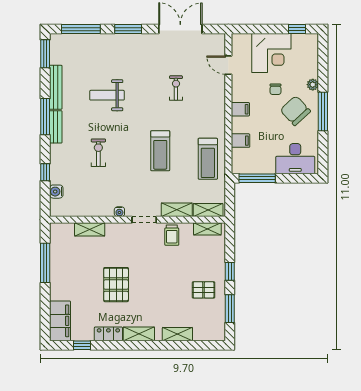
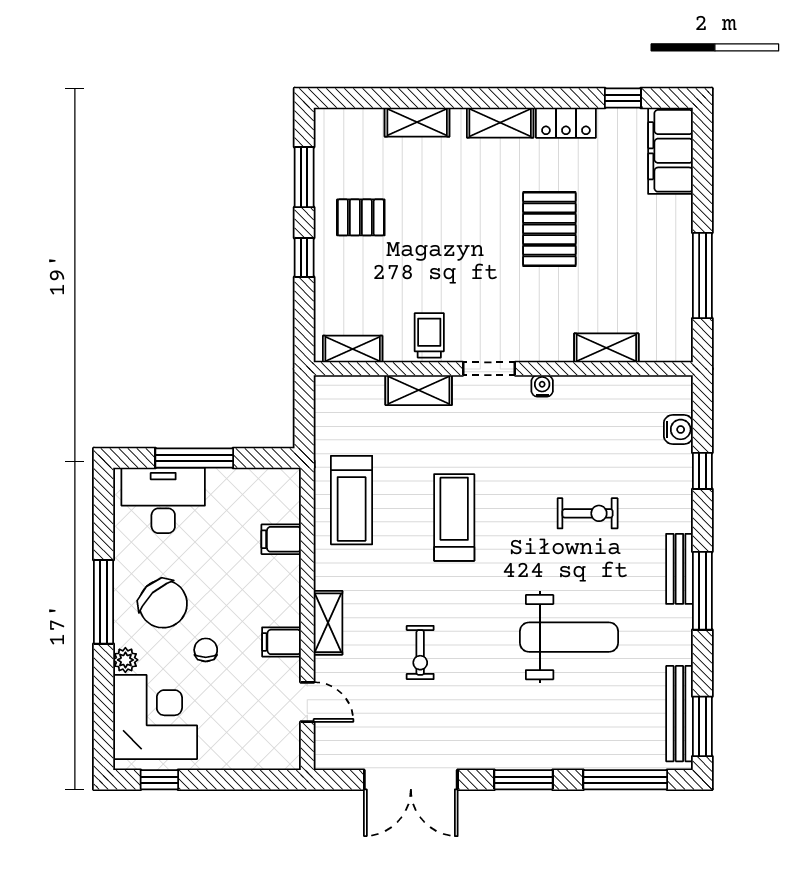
corner desk: (271, 53) -> (155, 717), moved, turned 90
bench: (56, 87) -> (679, 714), moved
weight bench: (107, 95) -> (569, 637), width x1.36, depth x1.33
filing cabinet: (240, 109) -> (282, 642), moved
exercise bike: (98, 153) -> (588, 513), turned -90
treadmill: (208, 159) -> (352, 500), turned 180
window: (257, 178) -> (194, 458), moved
shelving: (208, 210) -> (328, 623), moved, turned 90

